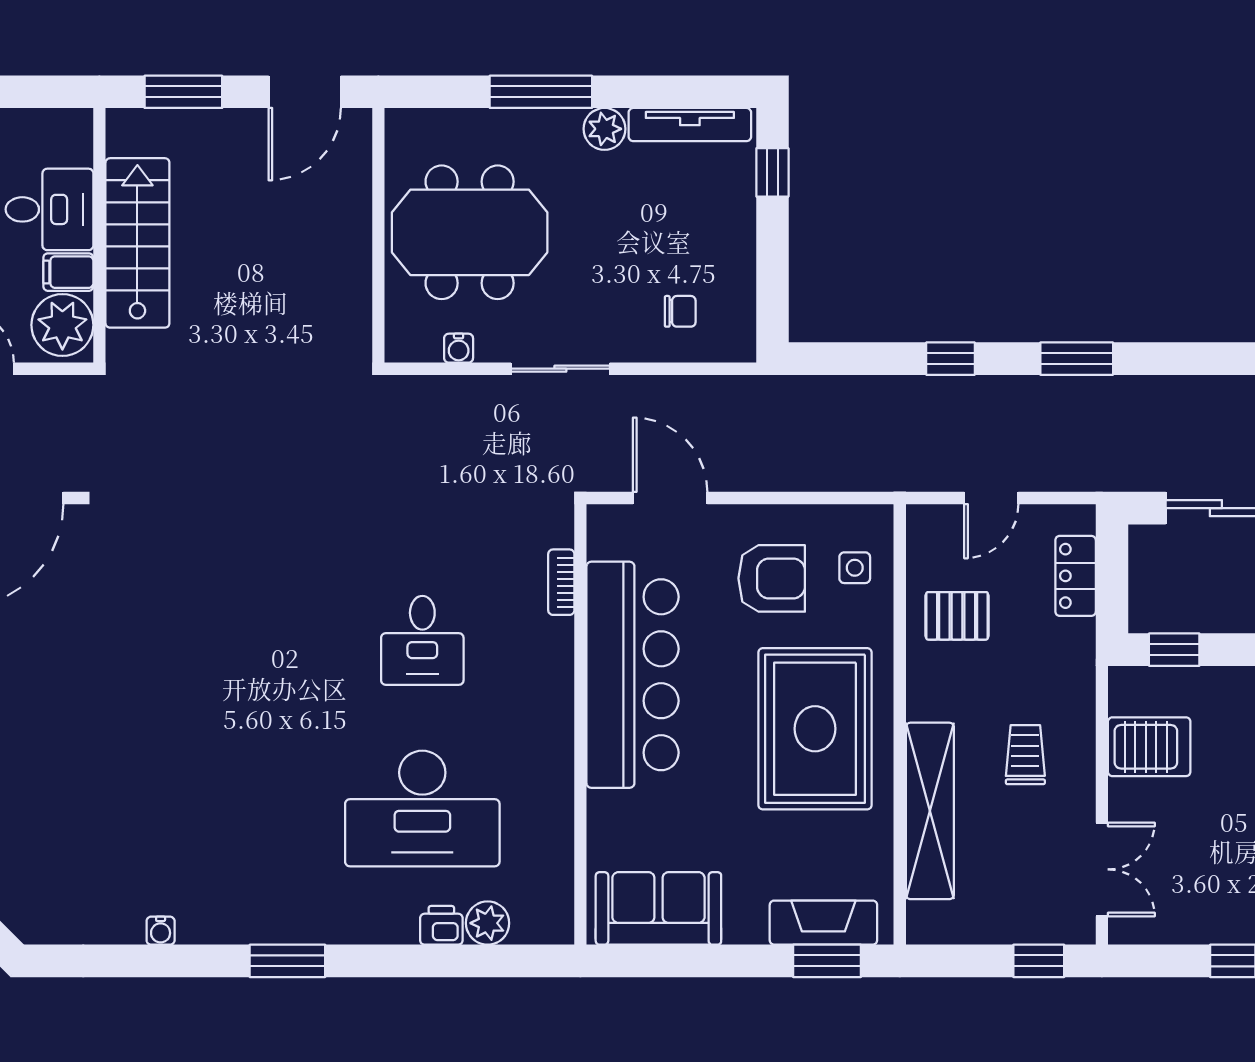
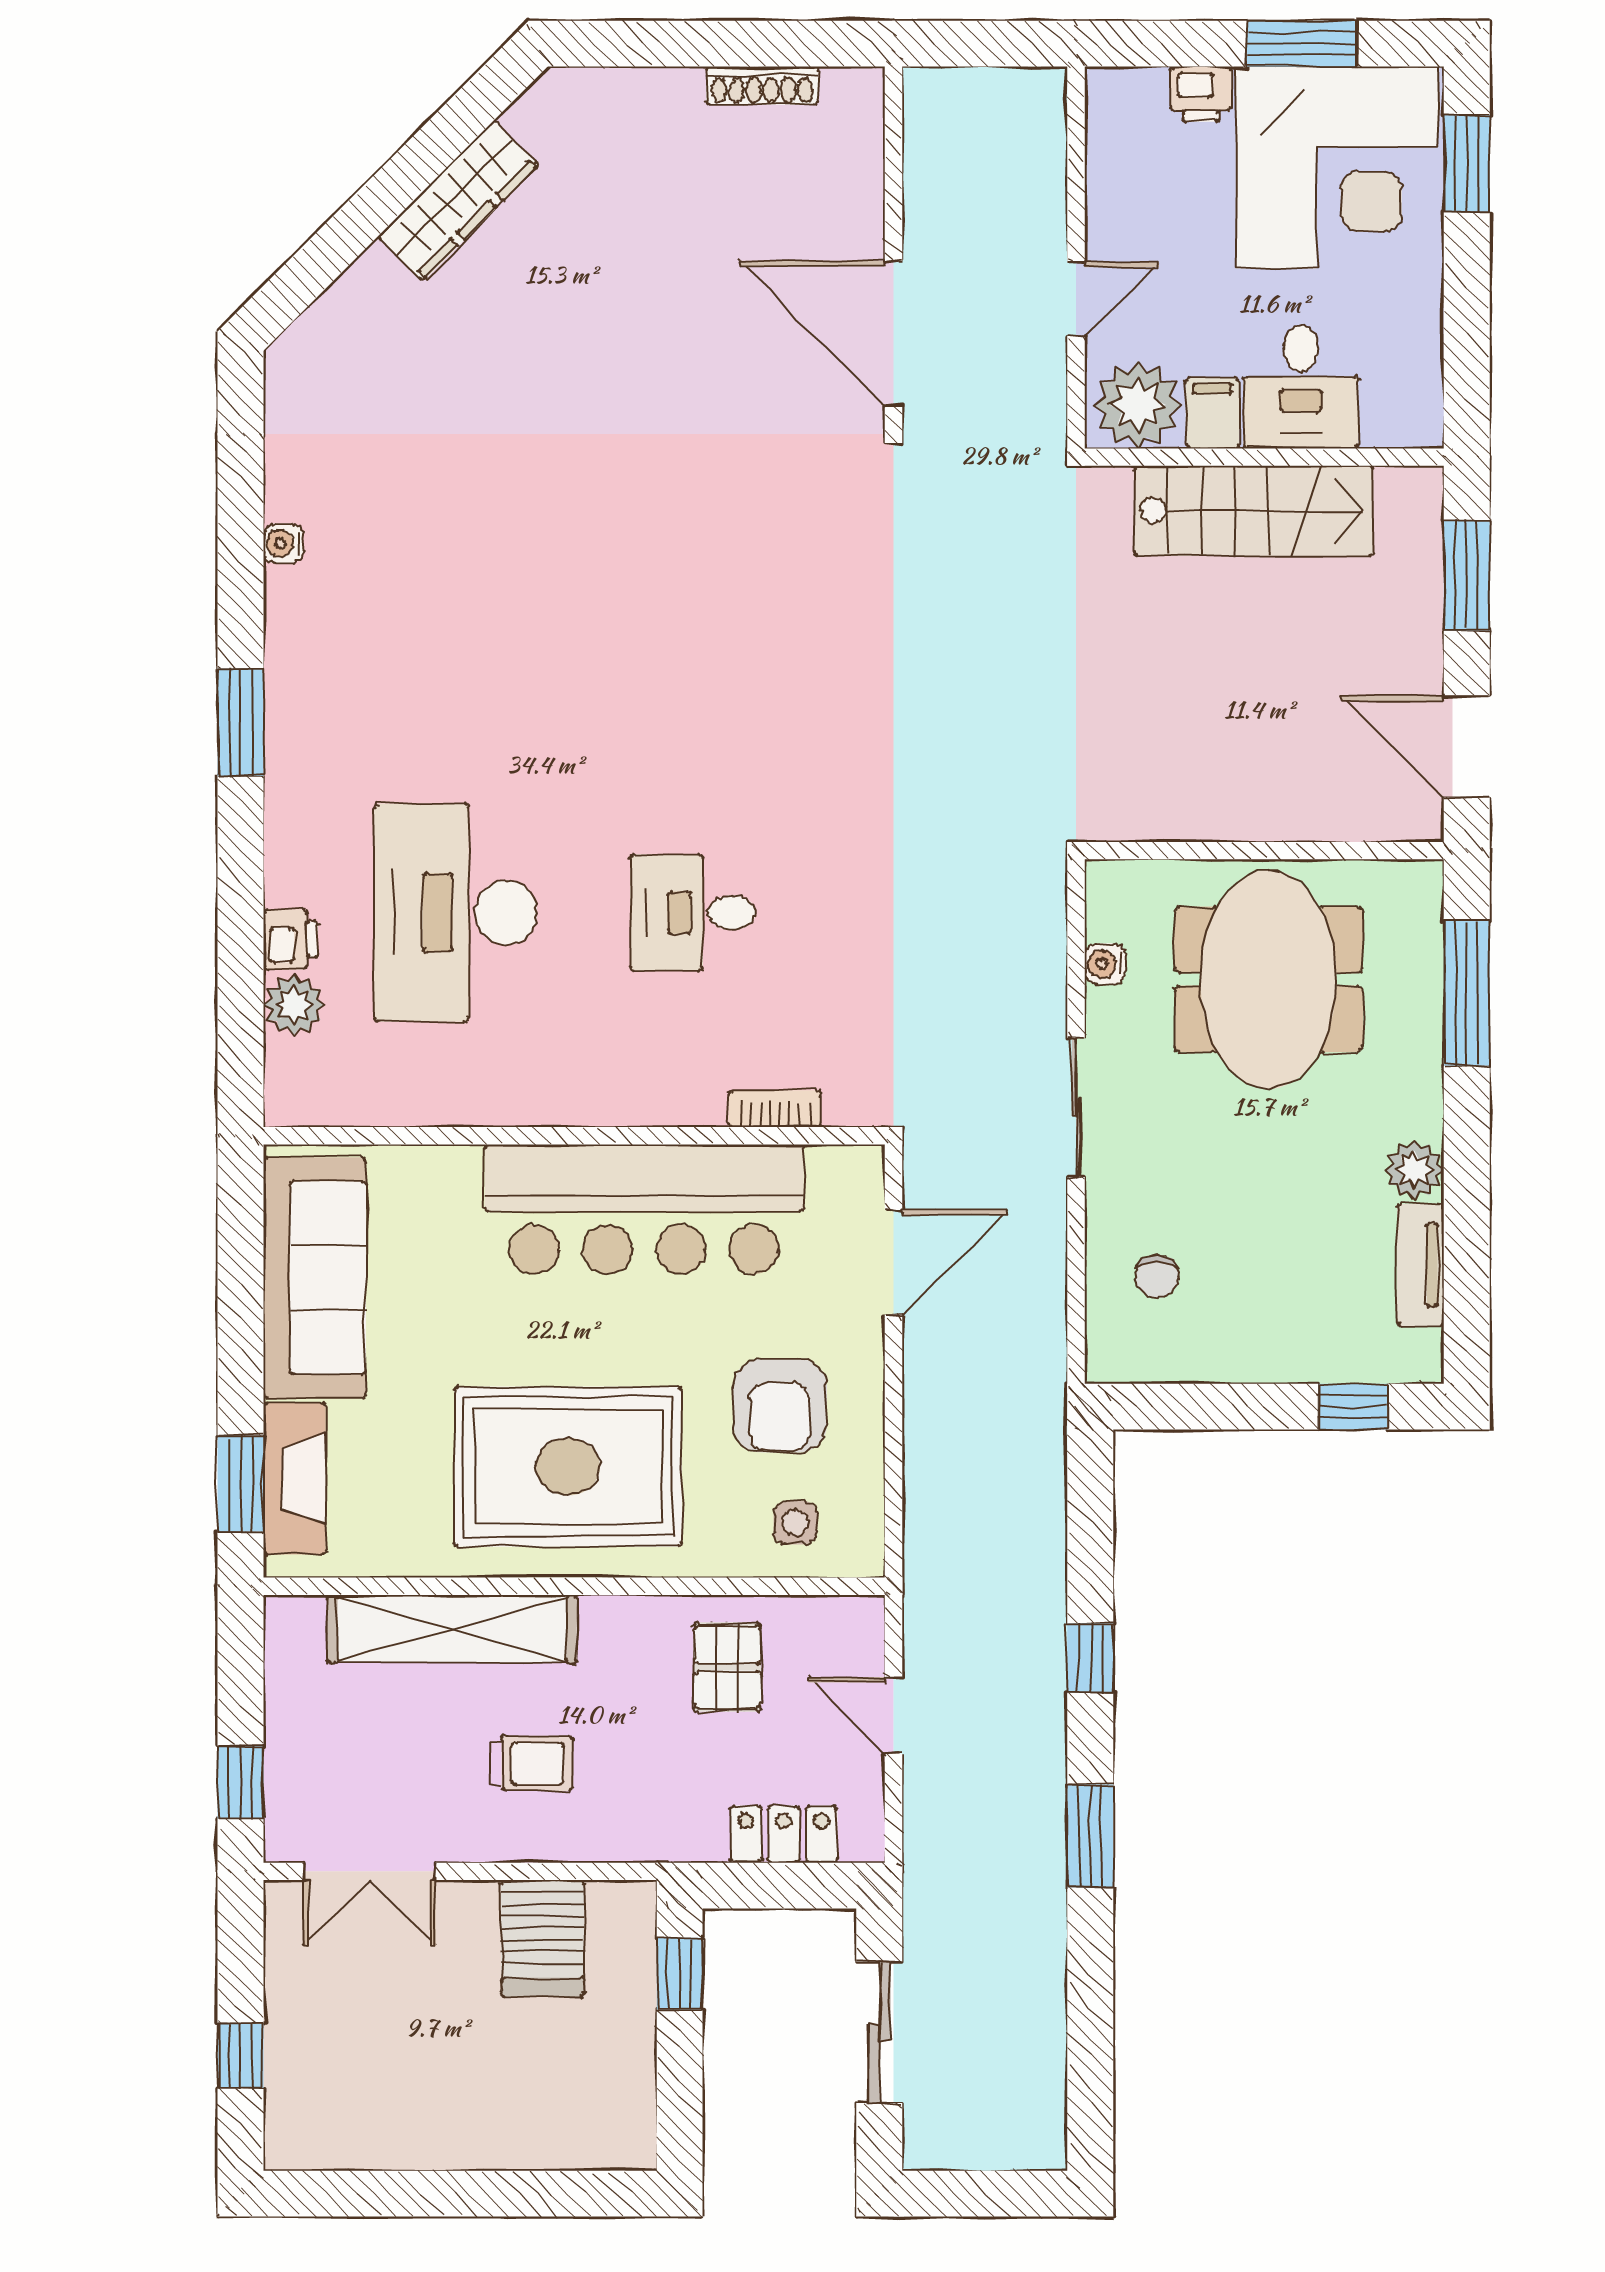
window: (541, 92) -> (1467, 993), moved
tv unit: (690, 125) -> (1420, 1265), width x0.71
sofa: (658, 908) -> (315, 1278), width x1.36

